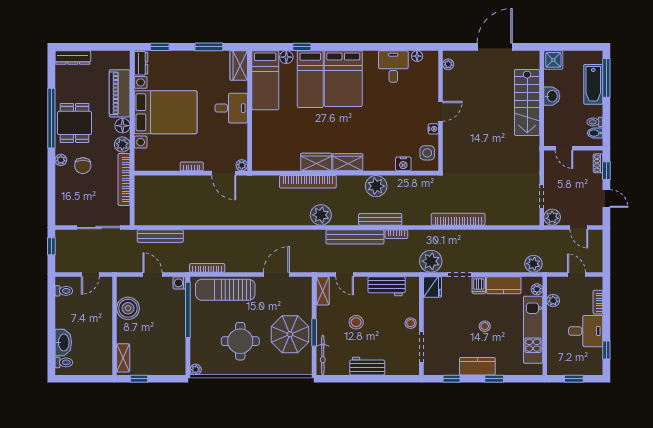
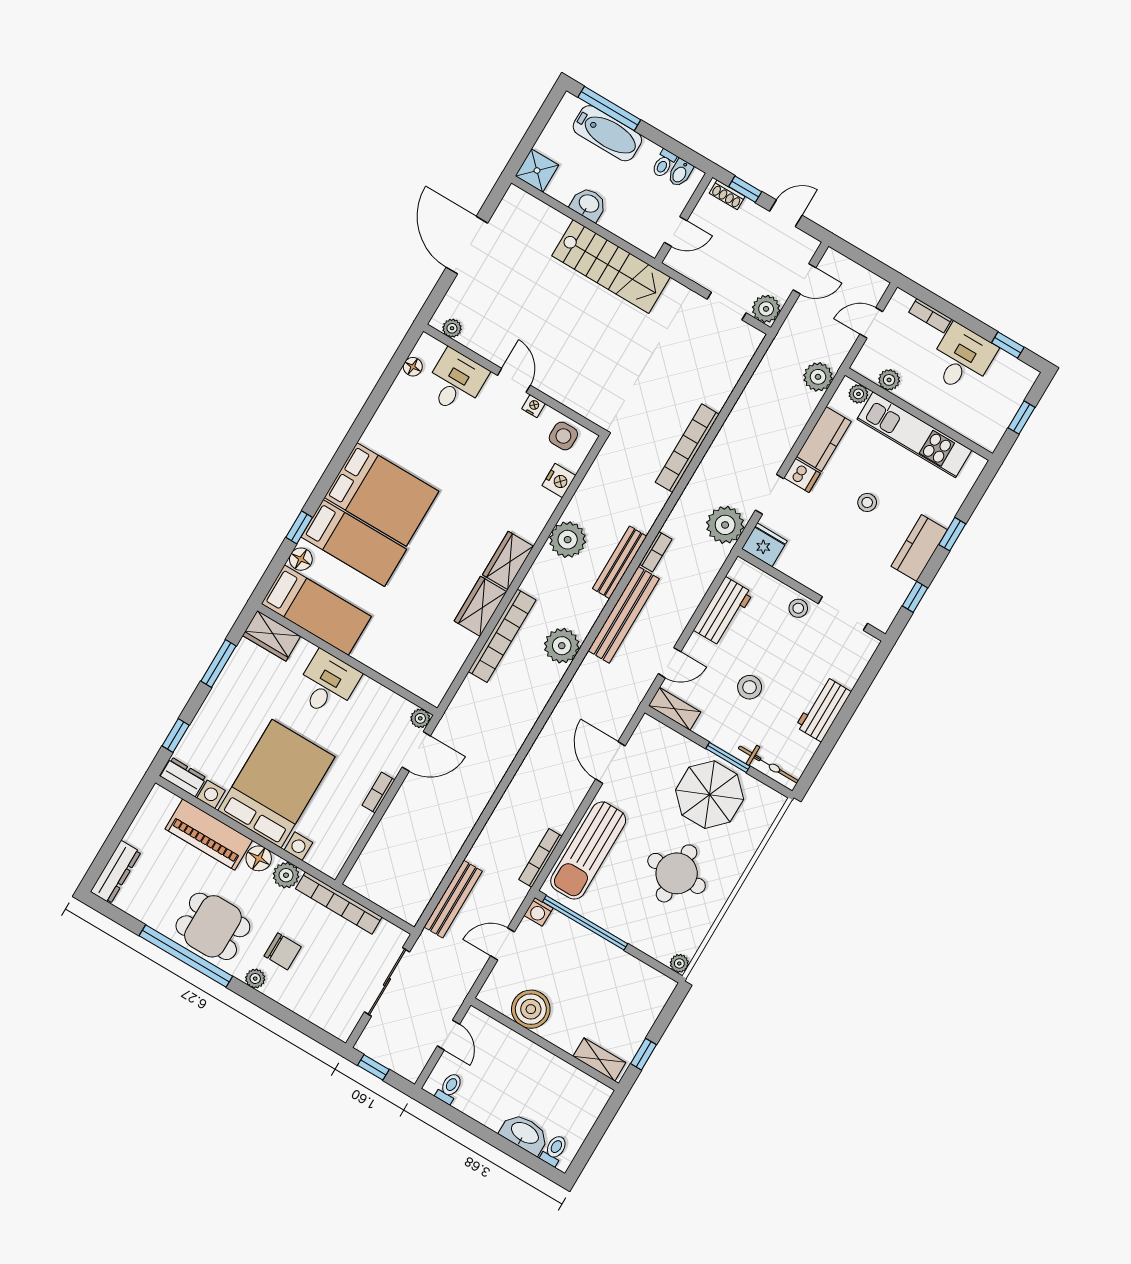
desk: (393, 66) -> (456, 382), moved, turned 90
stairs: (527, 102) -> (611, 266), moved

